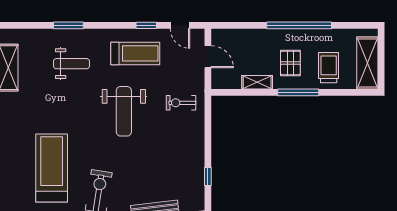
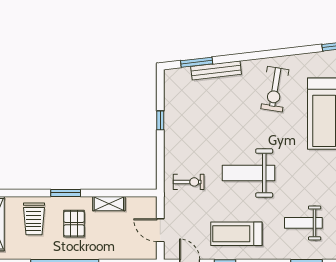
window: (298, 92) -> (66, 193), width x0.69
weight bench: (124, 111) -> (249, 173), turned -90
window: (208, 176) -> (160, 120), moved

